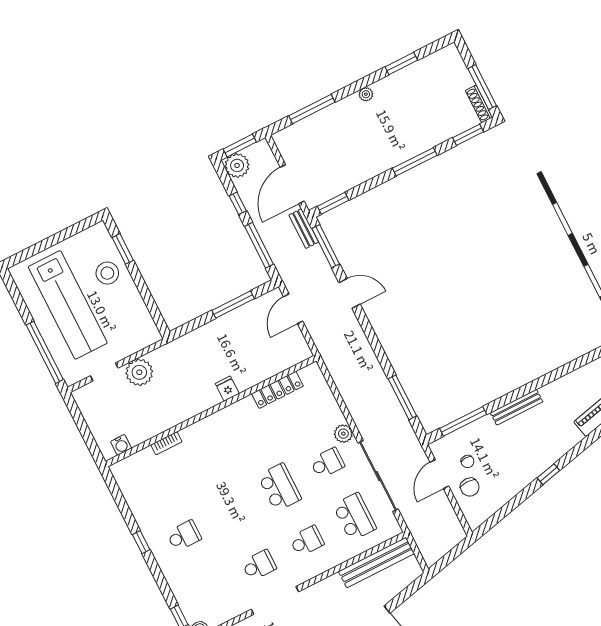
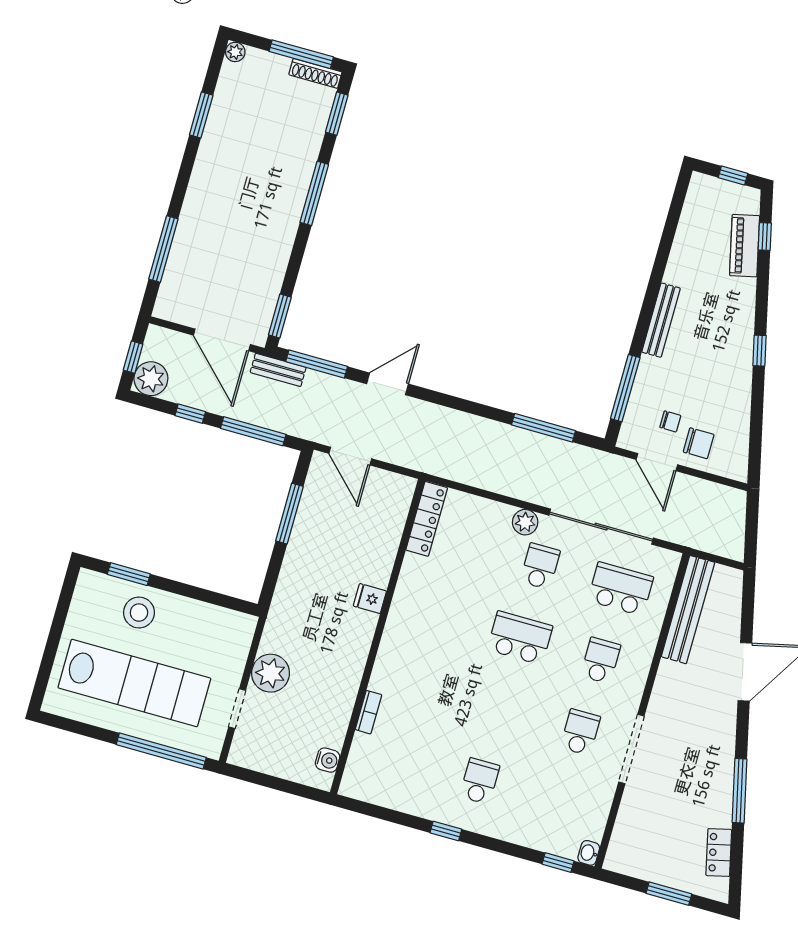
plant: (366, 94) -> (235, 52), moved
window: (240, 146) -> (133, 357), width x0.67
locker: (277, 390) -> (427, 519), moved

